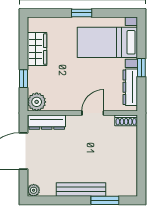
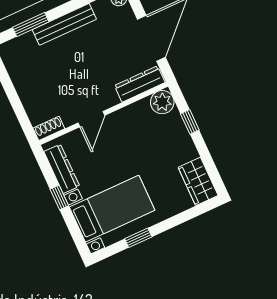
window: (82, 13) -> (138, 238), moved
wardrobe: (37, 49) -> (198, 181), moved

